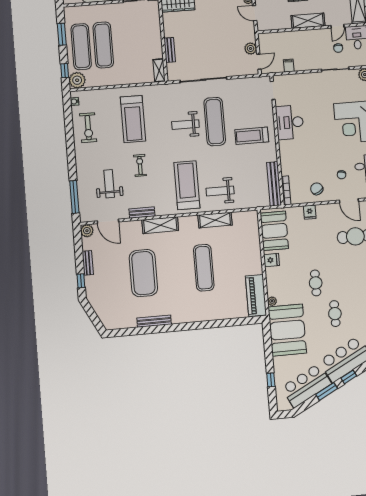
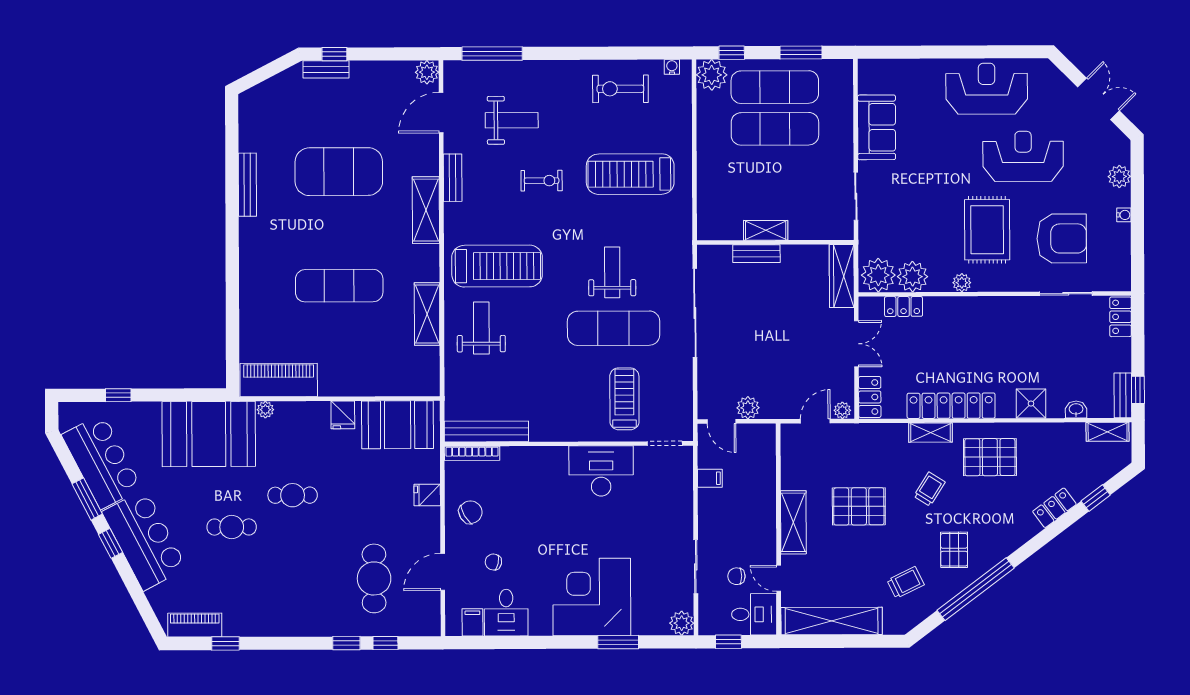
shelving: (159, 70) -> (766, 230), moved
treadmill: (252, 136) -> (624, 399), moved
bench: (88, 263) -> (326, 69), moved

